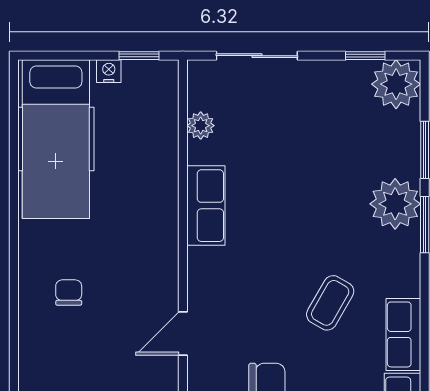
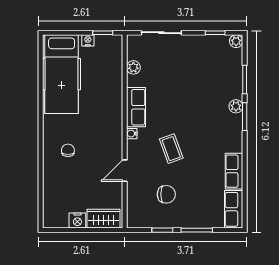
plant: (396, 84) -> (236, 41), width x0.53, depth x0.53
plant: (395, 204) -> (236, 106), width x0.53, depth x0.53
water cooler: (197, 259) -> (132, 134), added
coffee table: (330, 303) -> (171, 149), moved, turned -50

